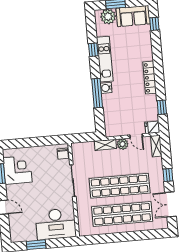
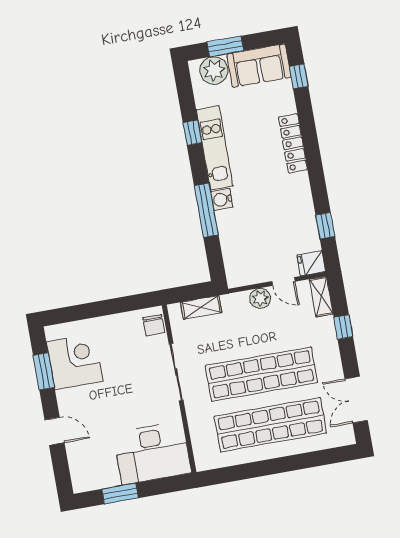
locker: (150, 78) -> (293, 143), moved
shelving: (105, 145) -> (201, 307), moved
window: (168, 175) -> (343, 327), moved

